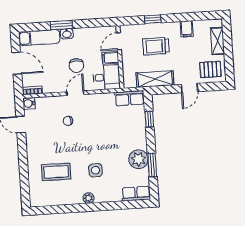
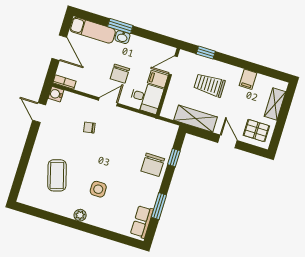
window: (153, 19) -> (206, 53), moved
door: (189, 88) -> (228, 141), swing flipped
row of seats: (129, 98) -> (162, 128), removed
chair: (134, 132) -> (153, 165), added
plant: (138, 159) -> (147, 195), removed
coffee table: (56, 172) -> (57, 175), turned 74
row of seats: (136, 194) -> (142, 222), moved, turned -90

